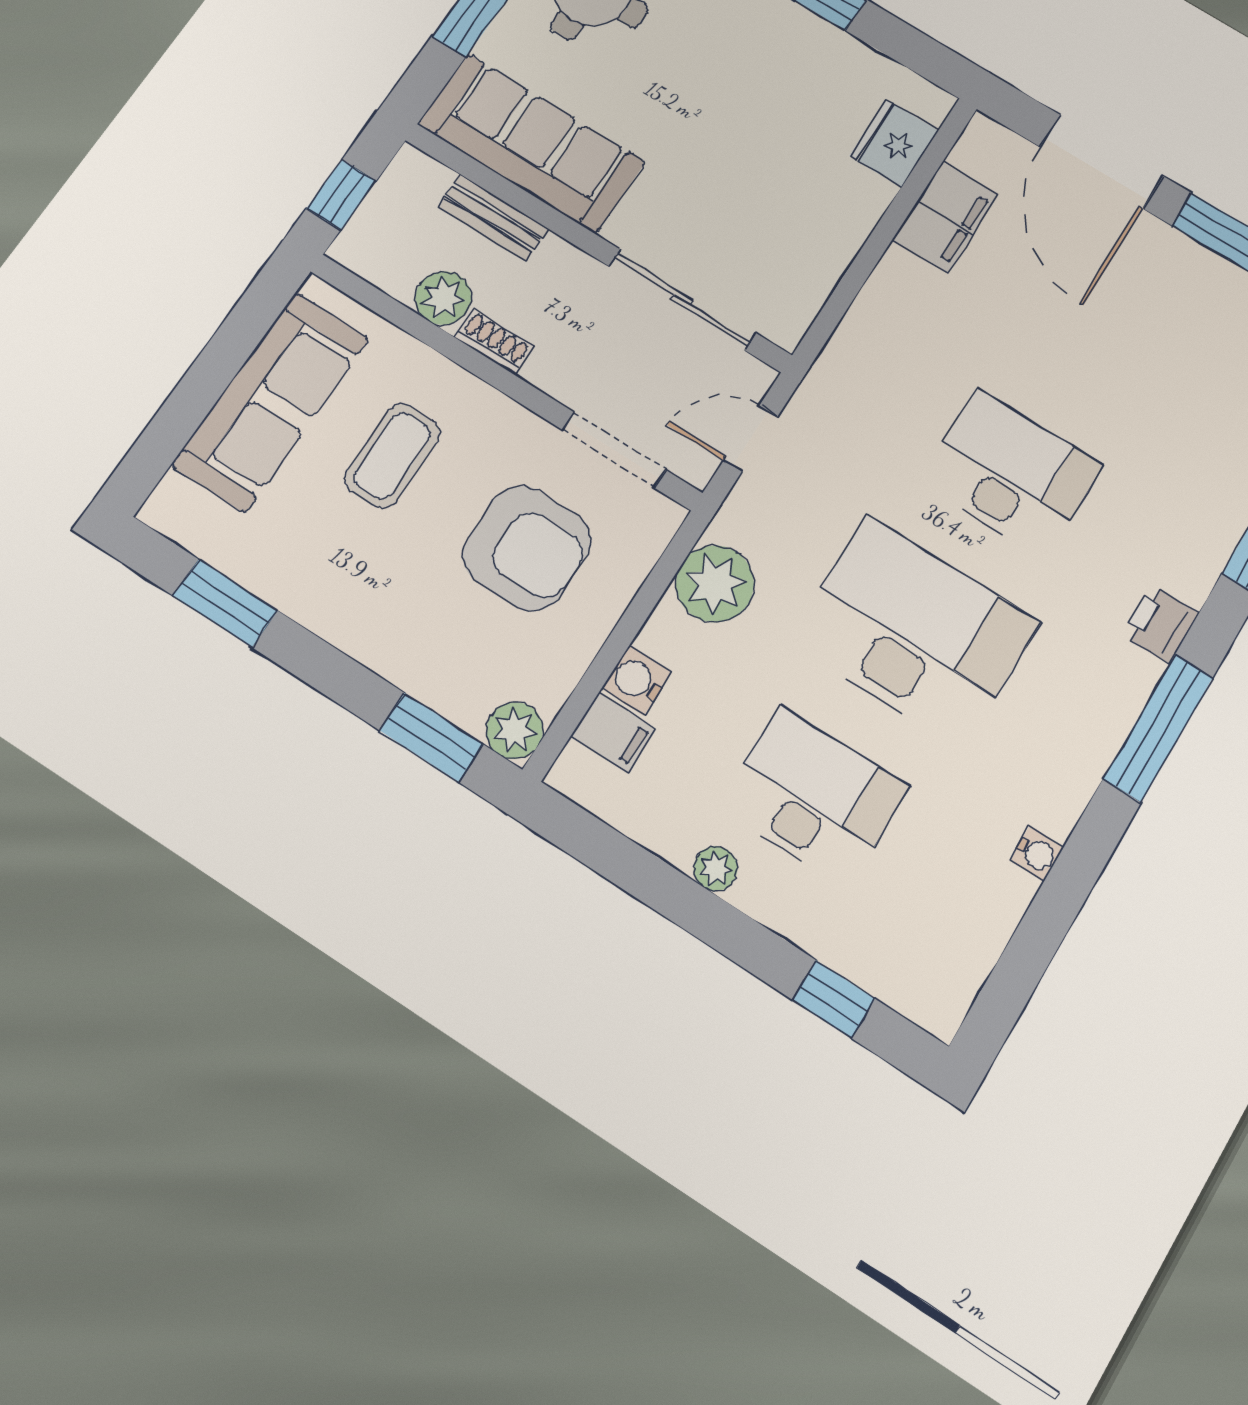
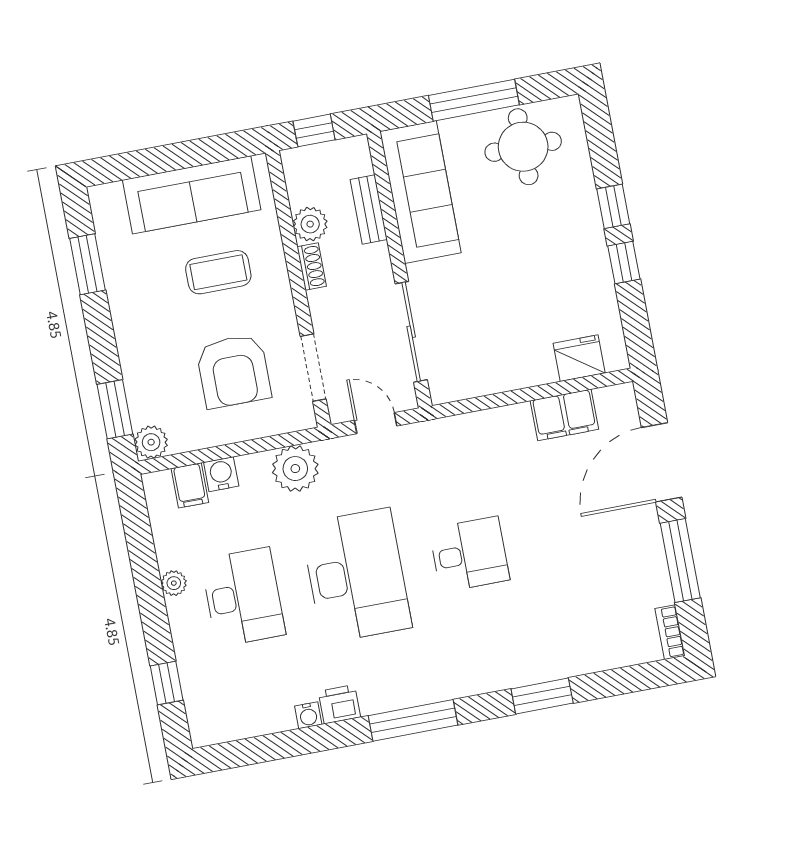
desk: (1011, 473) -> (469, 554), width x0.73
printer: (1160, 624) -> (339, 704), moved

